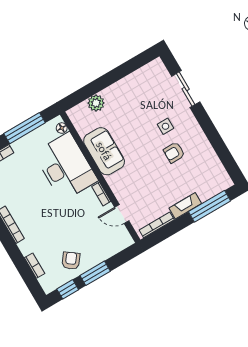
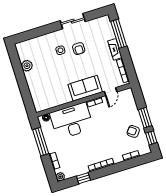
sliding door: (186, 89) -> (73, 21), moved
plant: (96, 103) -> (27, 66), moved
sofa: (104, 151) -> (85, 88), moved

